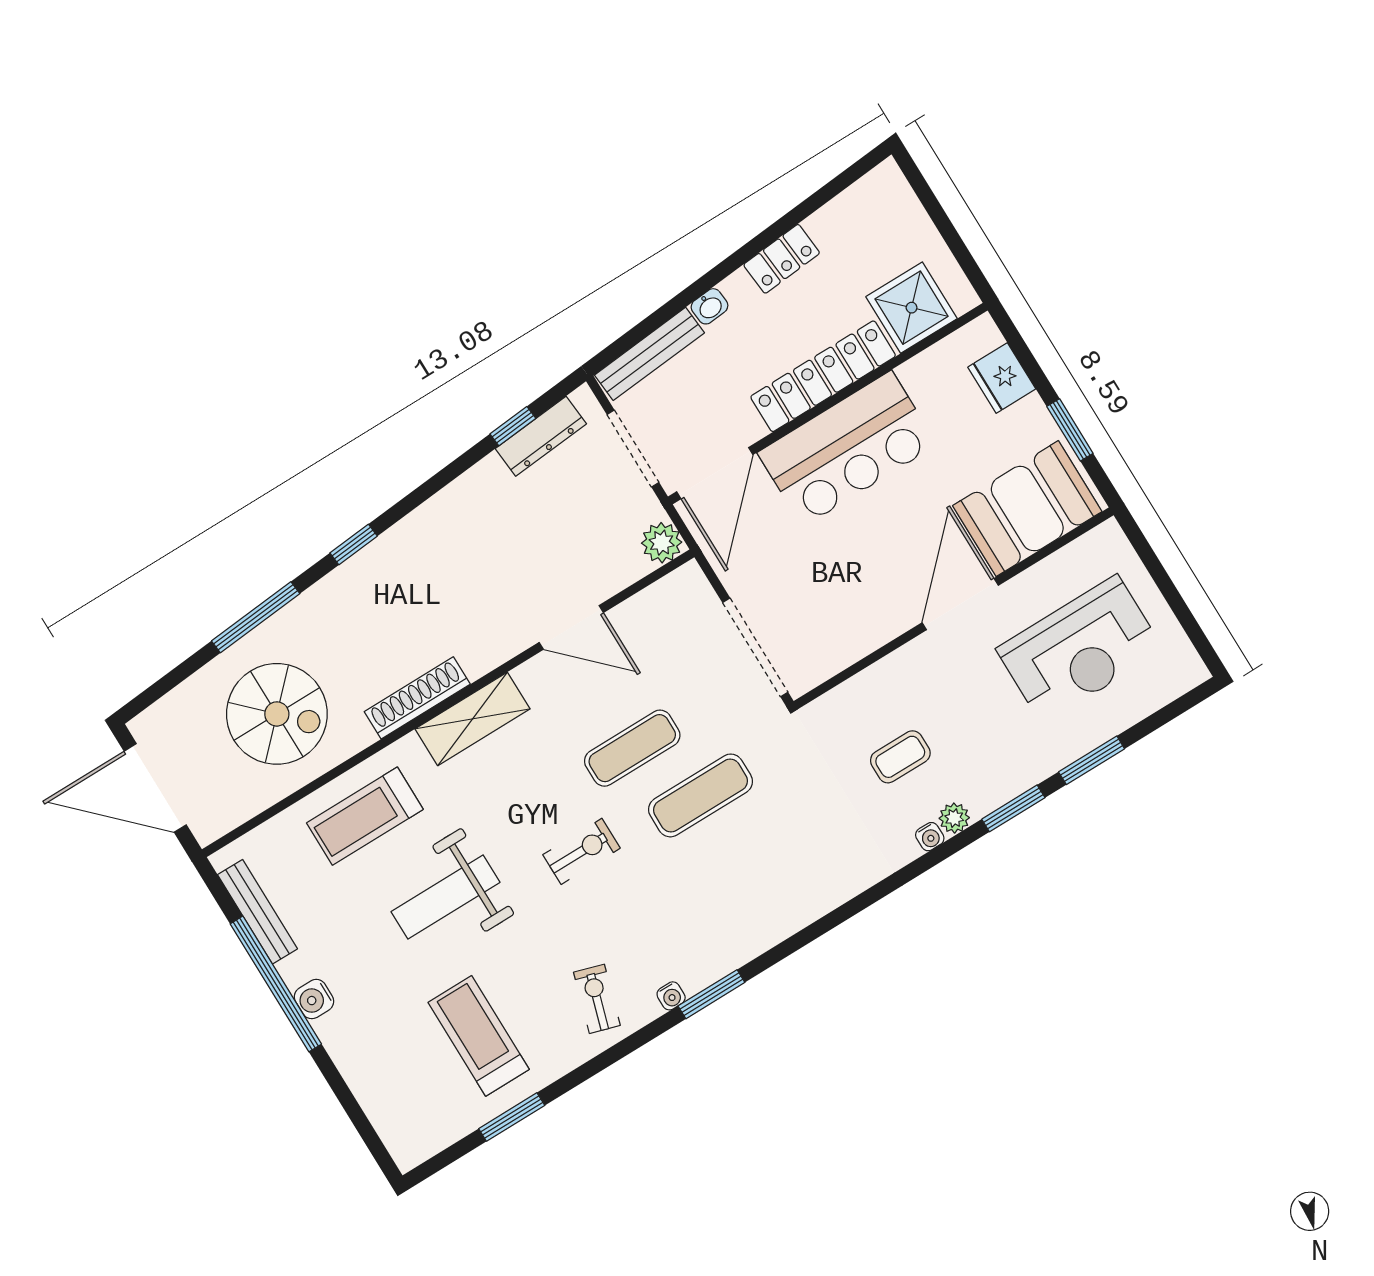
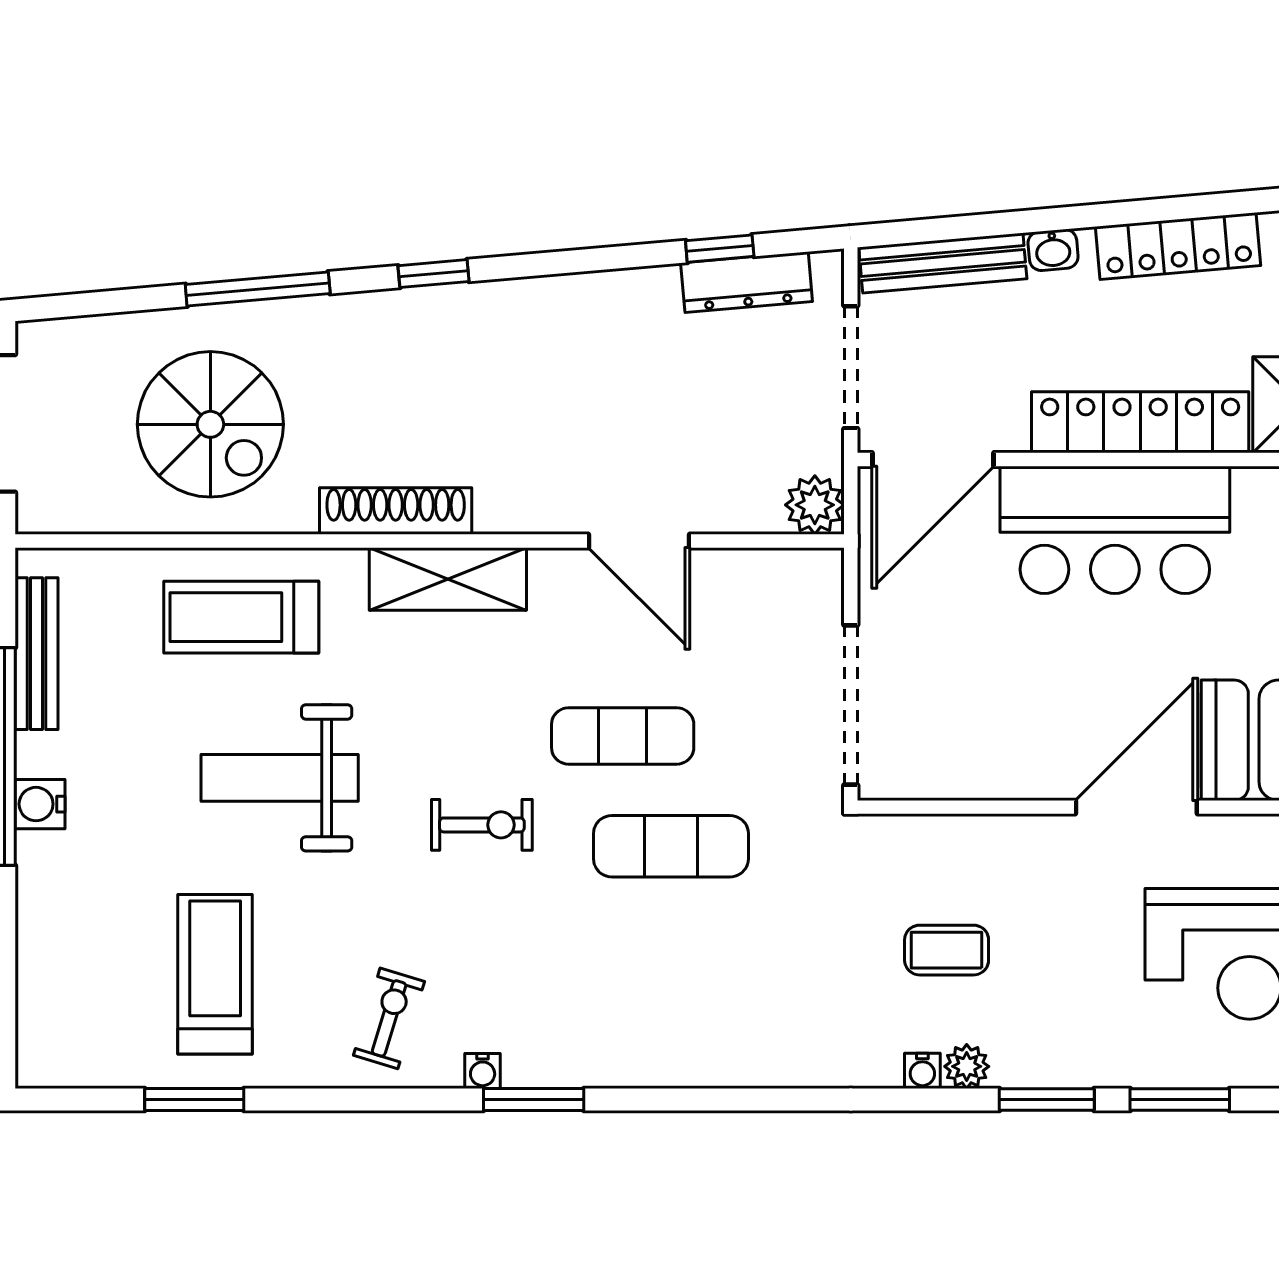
locker: (782, 259) -> (1178, 246), width x1.53

